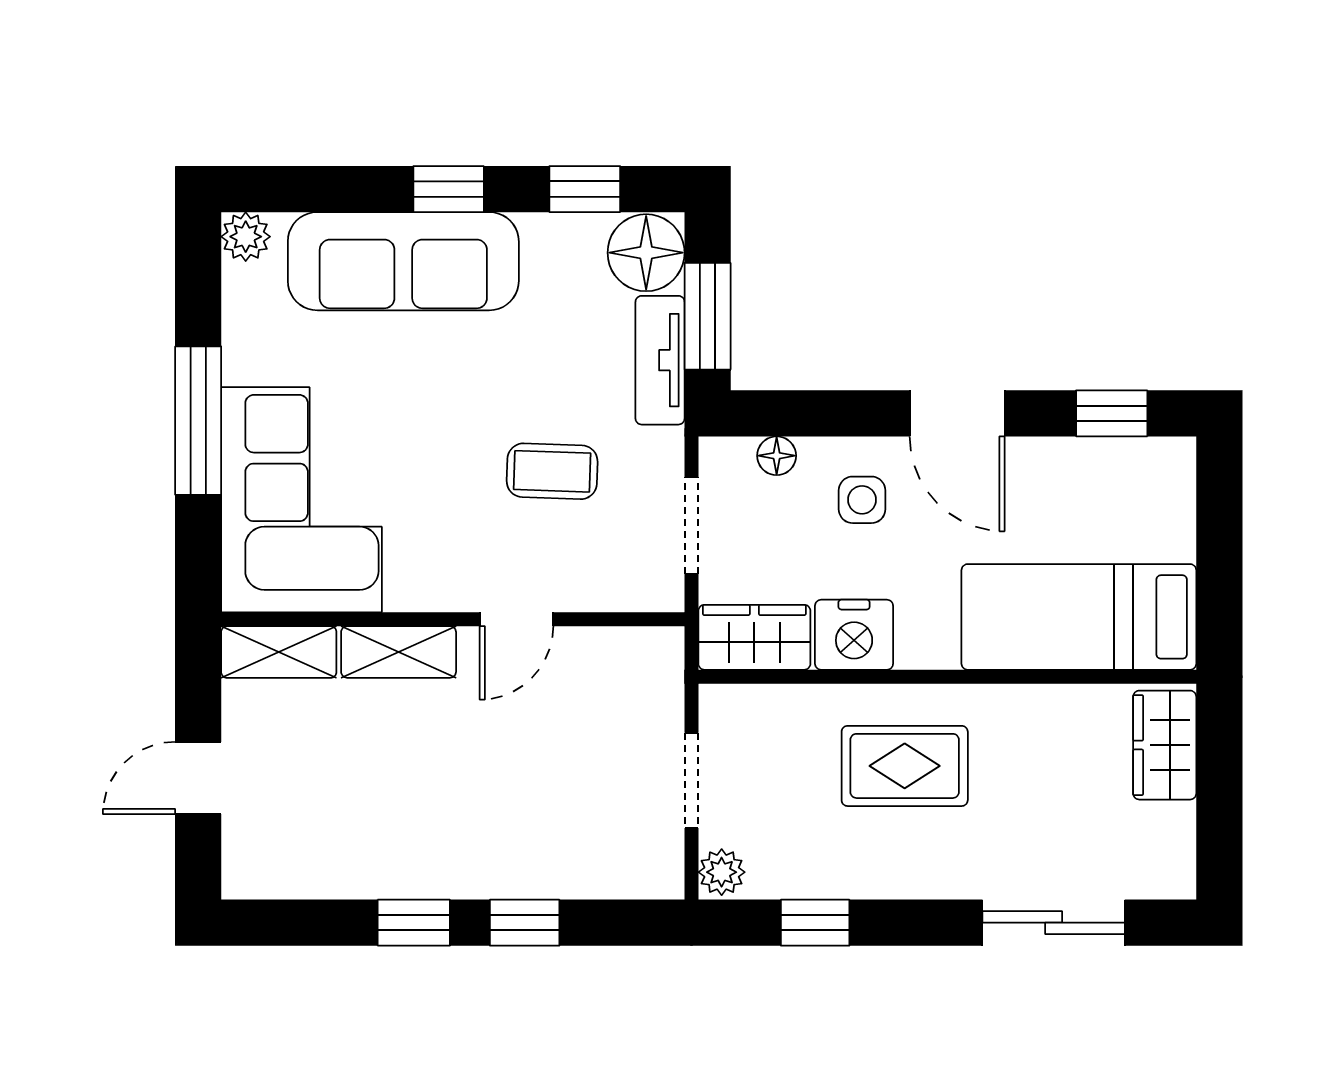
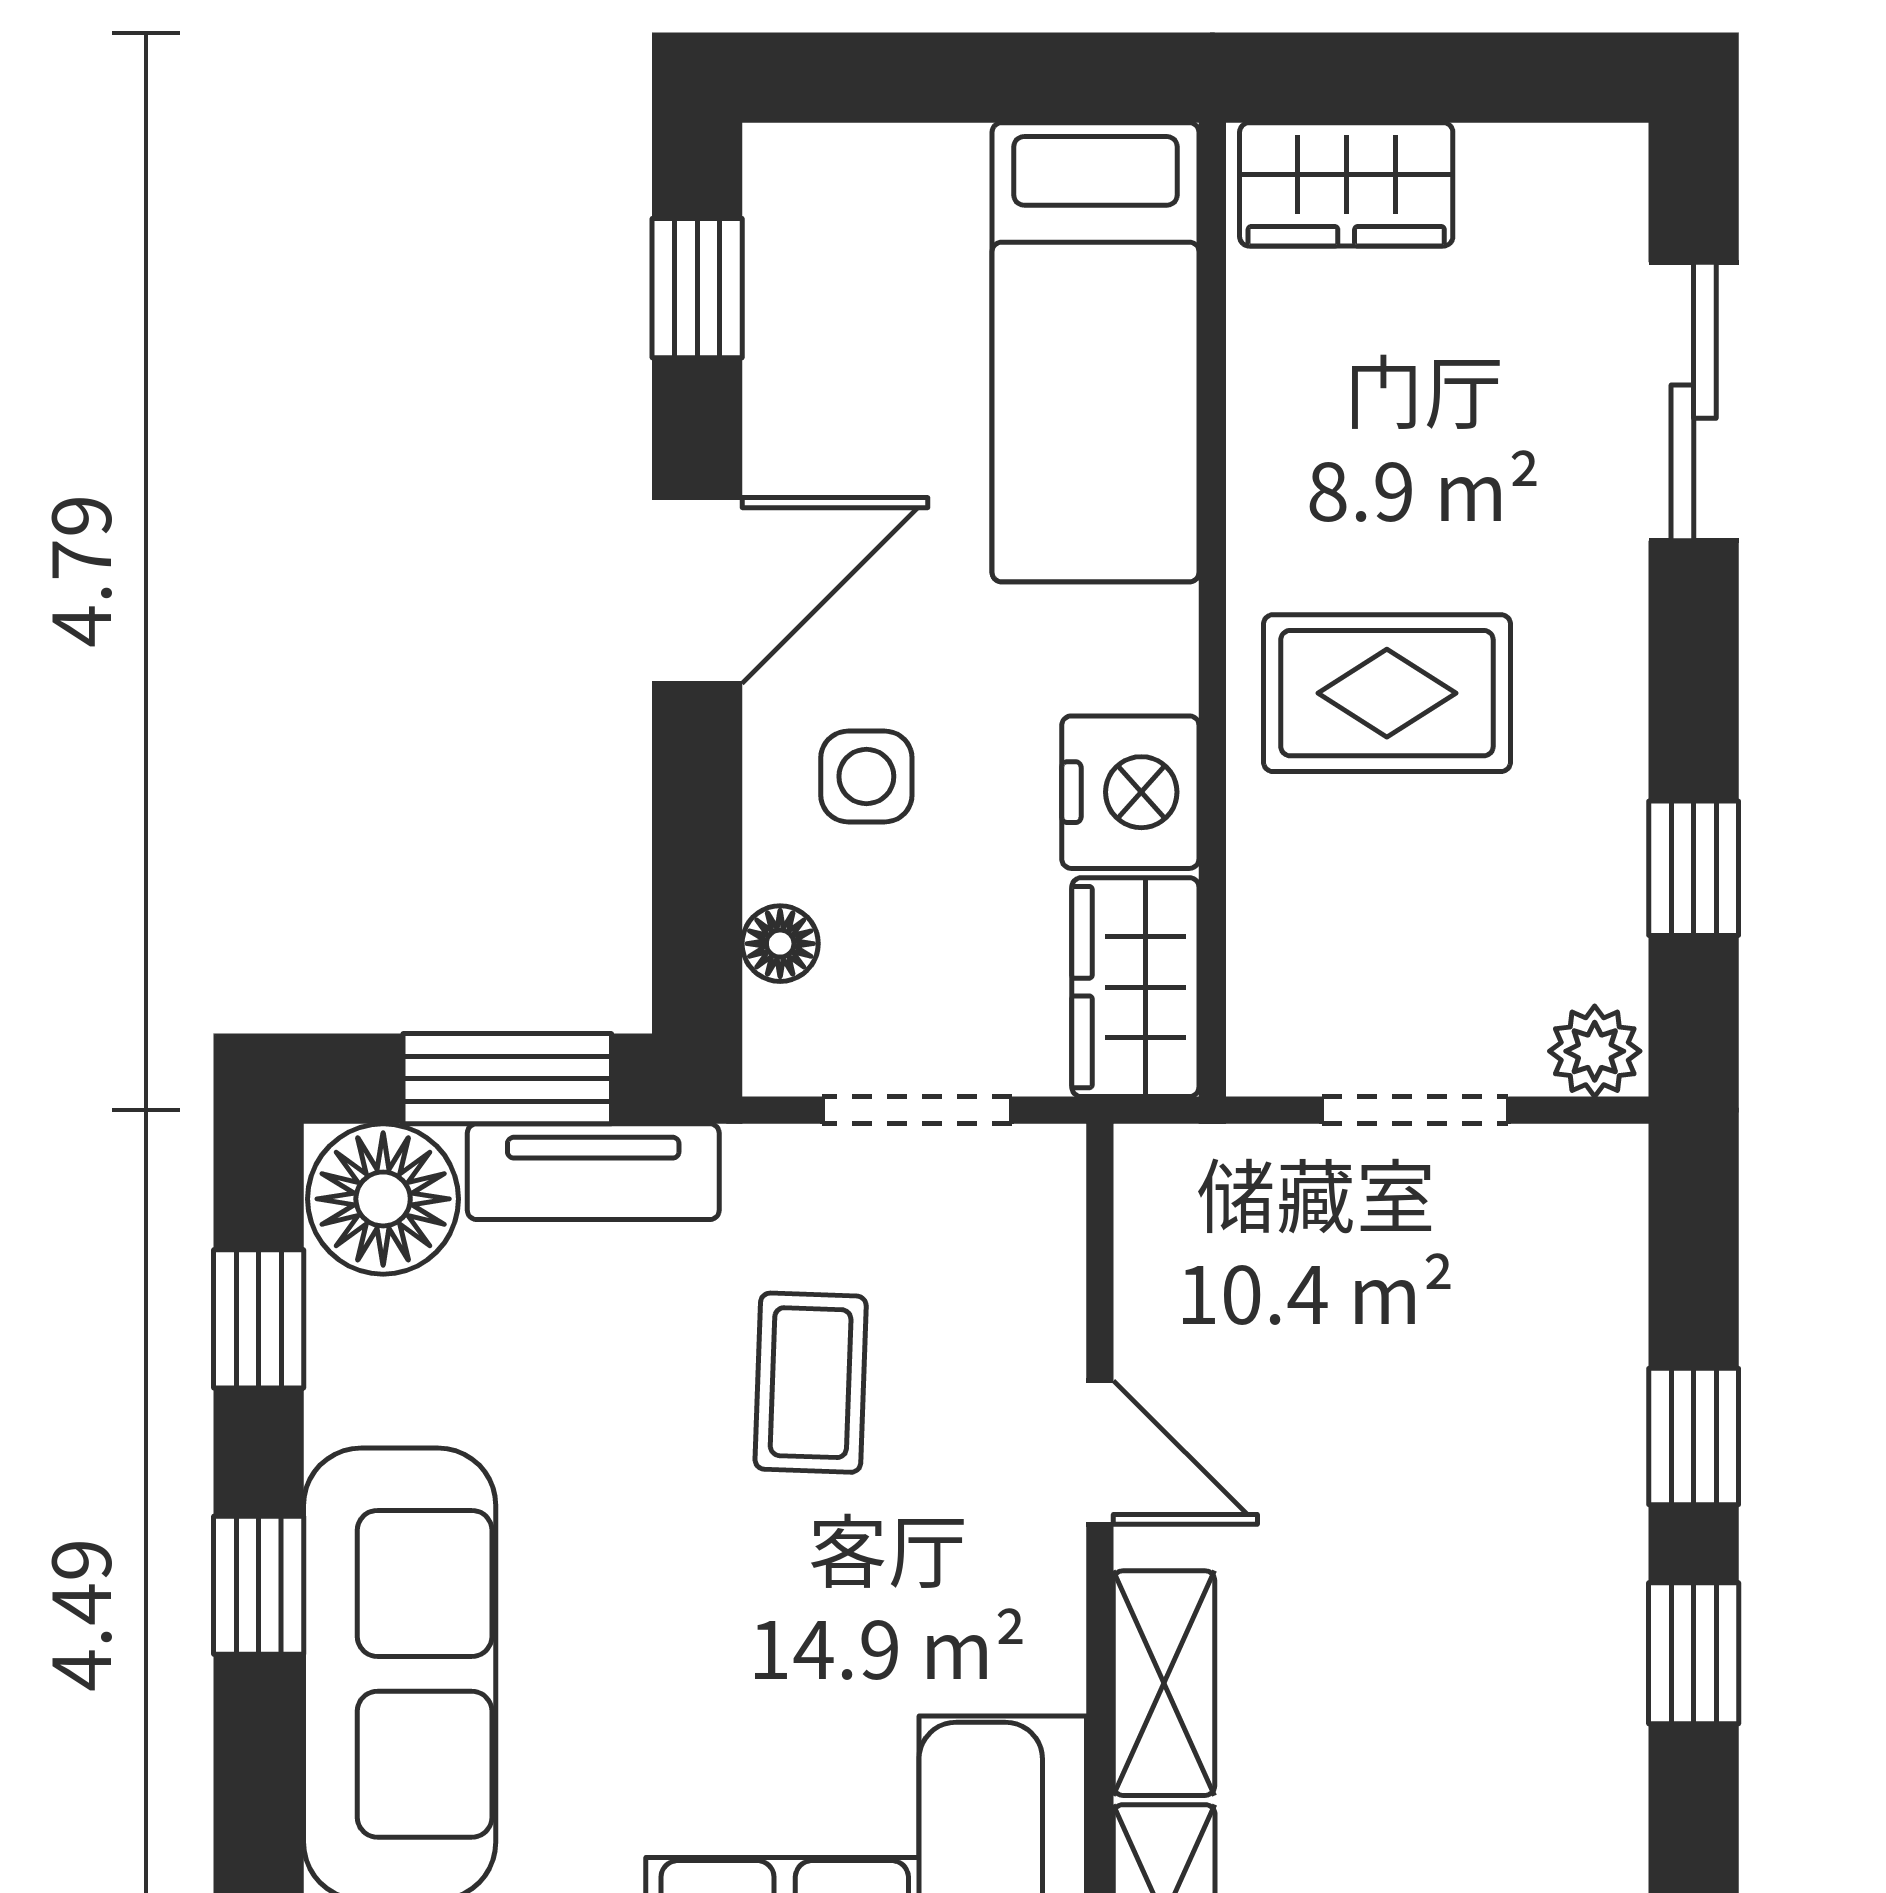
rug: (905, 766) -> (1387, 693), turned 90

